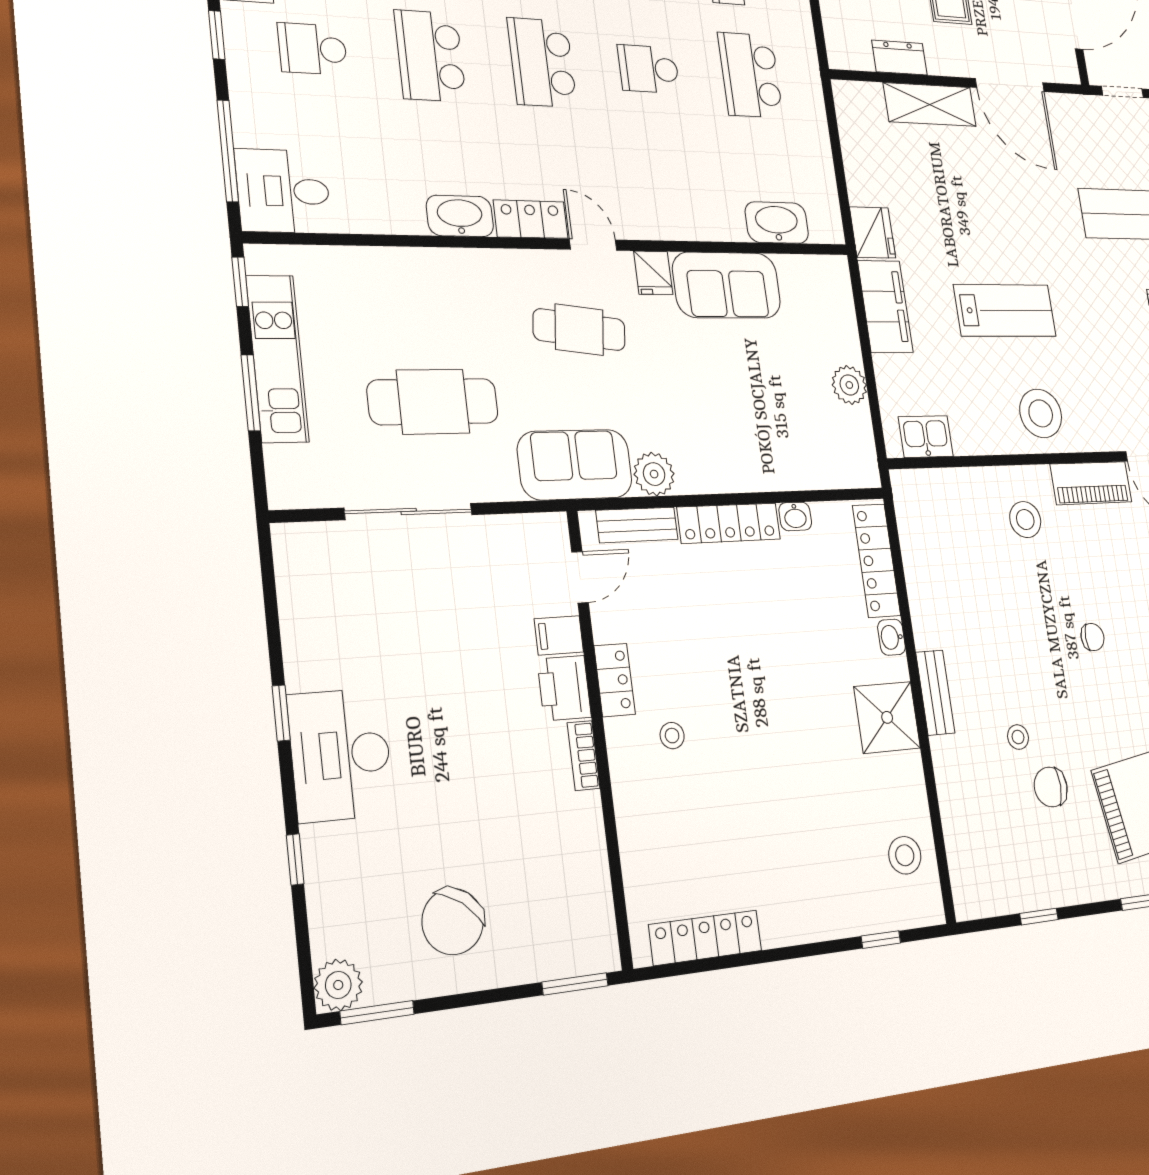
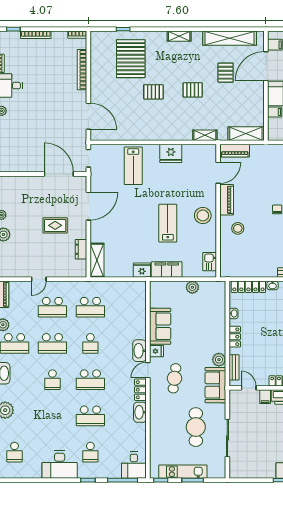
shelving: (930, 104) -> (97, 260), moved
washbasin: (777, 223) -> (139, 351), moved
locker: (729, 523) -> (235, 337), width x0.66

